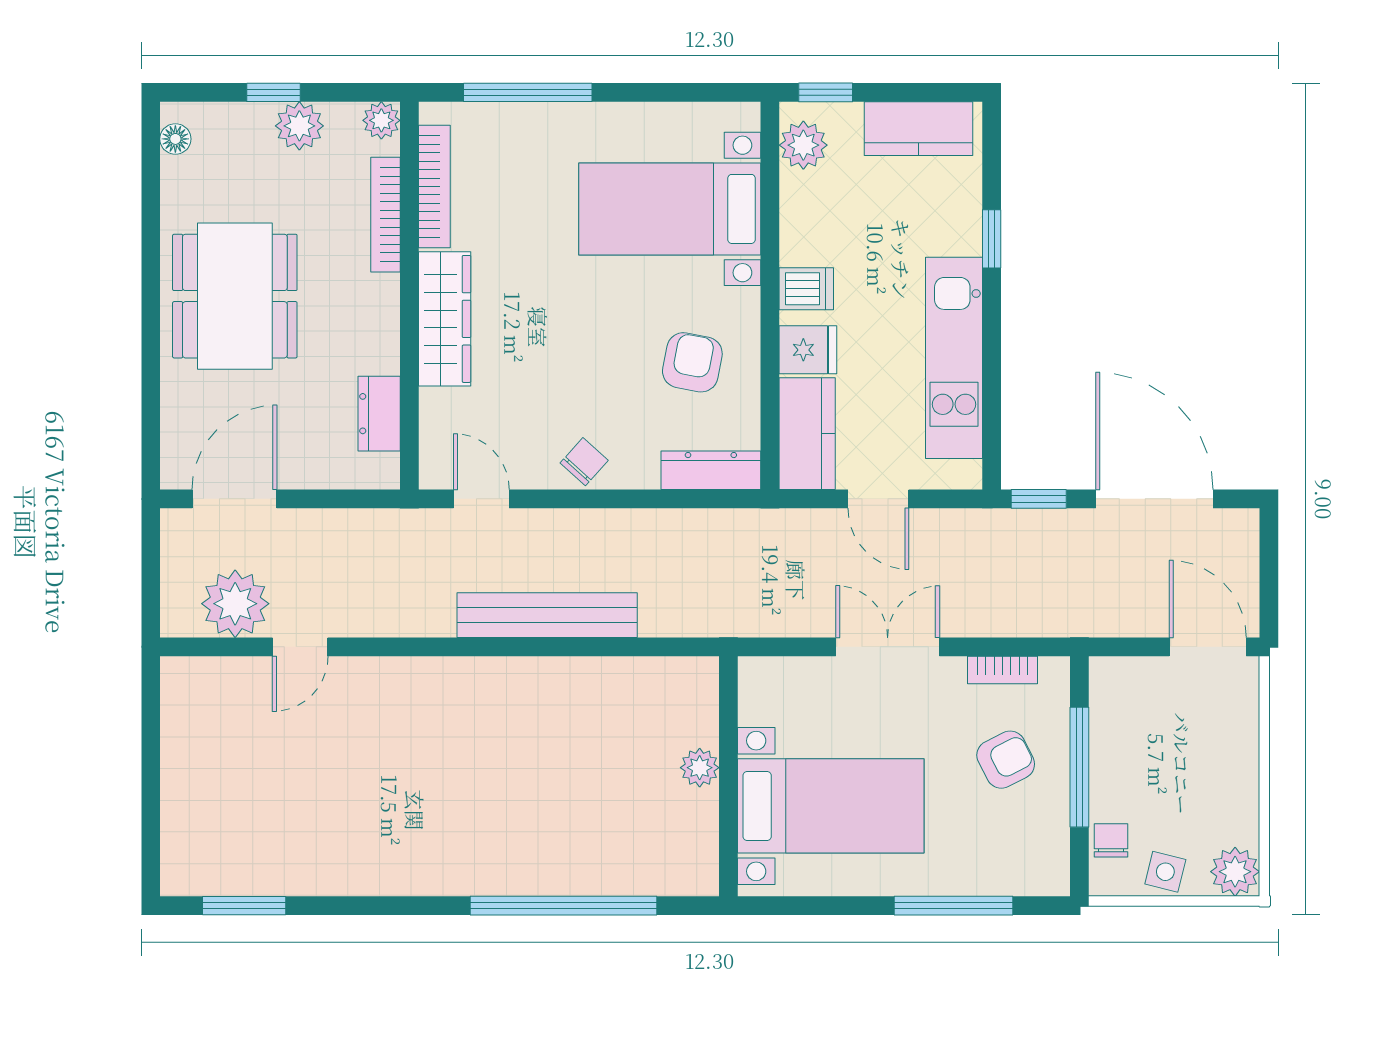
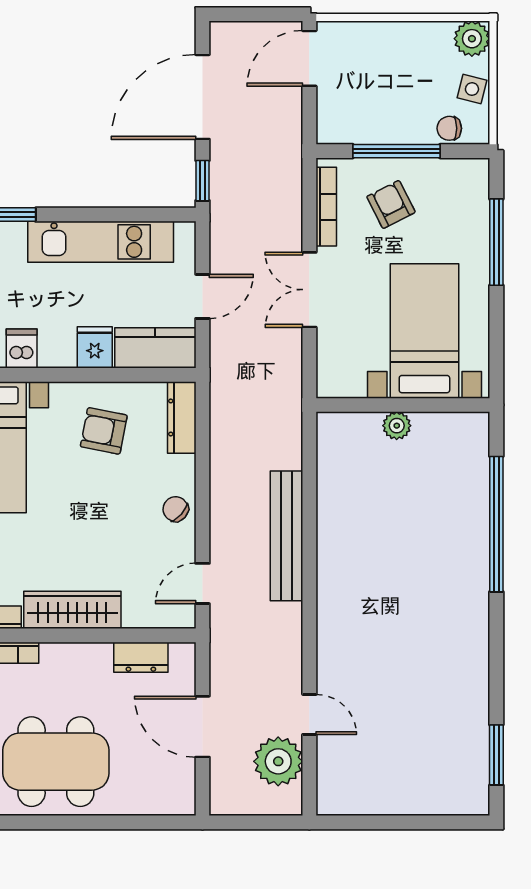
dishwasher: (806, 289) -> (22, 349), moved
door: (235, 499) -> (203, 727), moved
bookcase: (1003, 670) -> (326, 207), width x1.56

